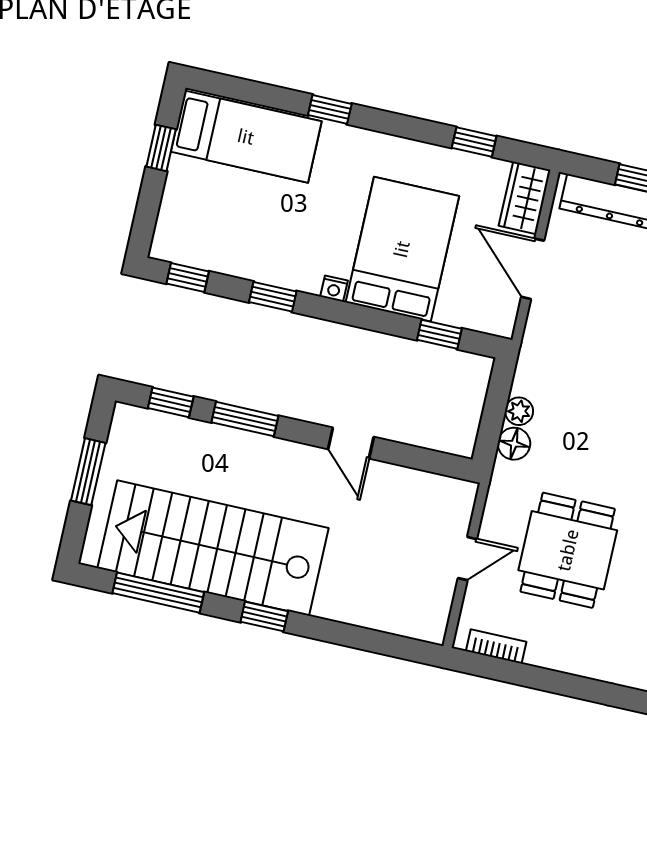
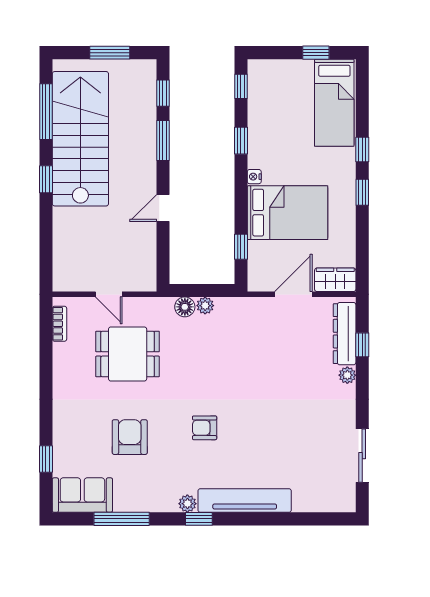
window: (474, 142) -> (362, 192), moved

